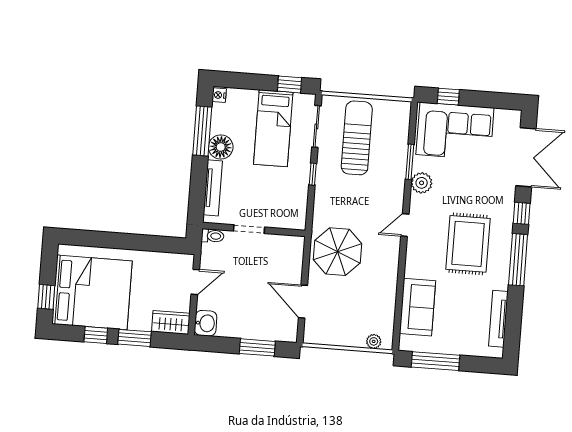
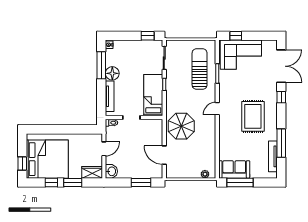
bed: (273, 128) -> (153, 95), moved, turned 180
sun lounger: (357, 138) -> (200, 69), moved
plant: (422, 183) -> (225, 85), removed
window: (518, 260) -> (281, 143), moved
sofa: (417, 307) -> (234, 169), moved, turned -90

